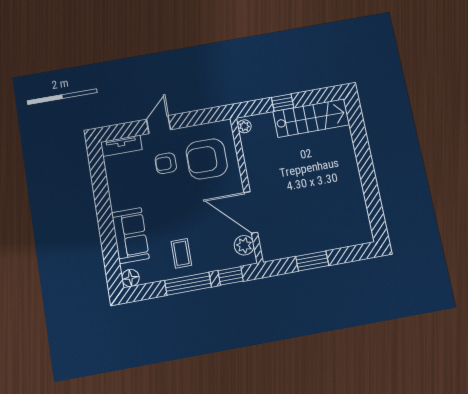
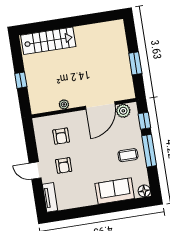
stairs: (311, 118) -> (48, 41), moved, turned 90
plant: (244, 126) -> (64, 104), moved
armchair: (207, 159) -> (61, 136), width x0.53, depth x0.53

